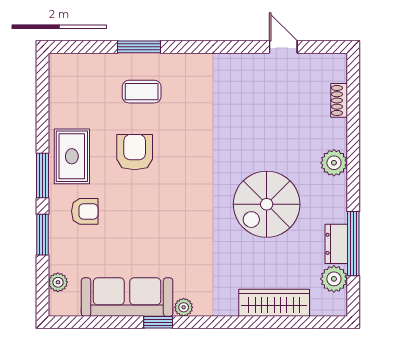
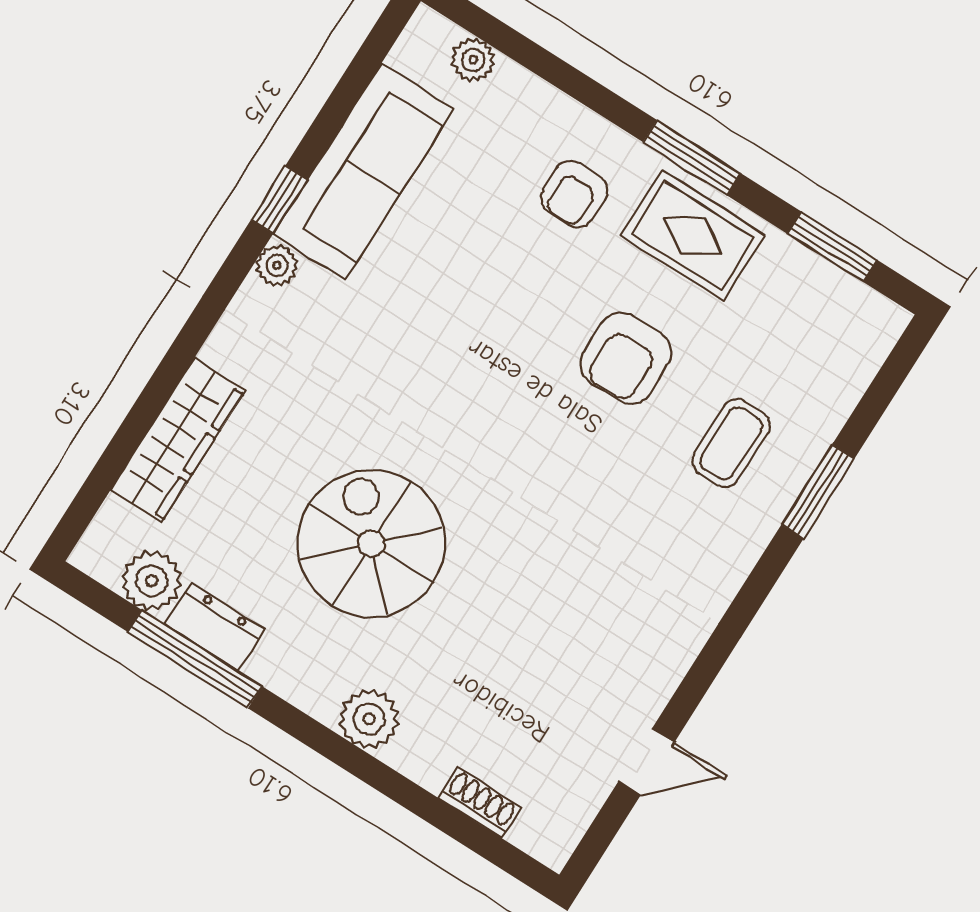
armchair: (135, 152) -> (626, 358), turned 90
window: (42, 235) -> (832, 247), moved

